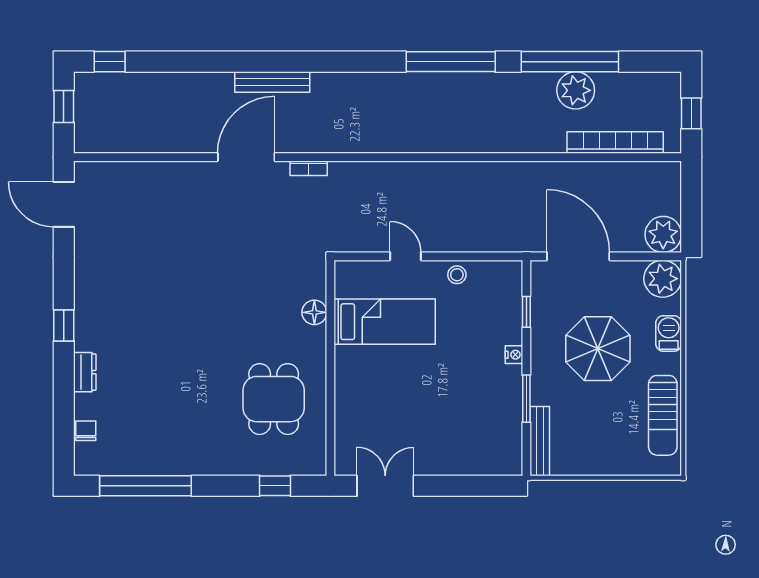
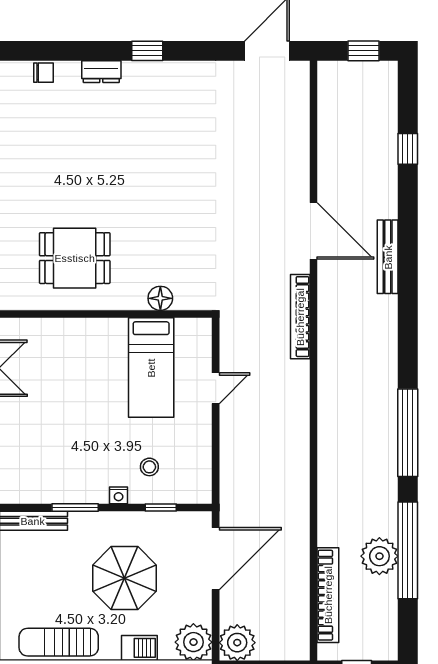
window: (110, 62) -> (408, 149), moved
bookcase: (309, 168) -> (300, 317), width x2.31, depth x1.31
stool: (457, 275) -> (149, 467), moved

